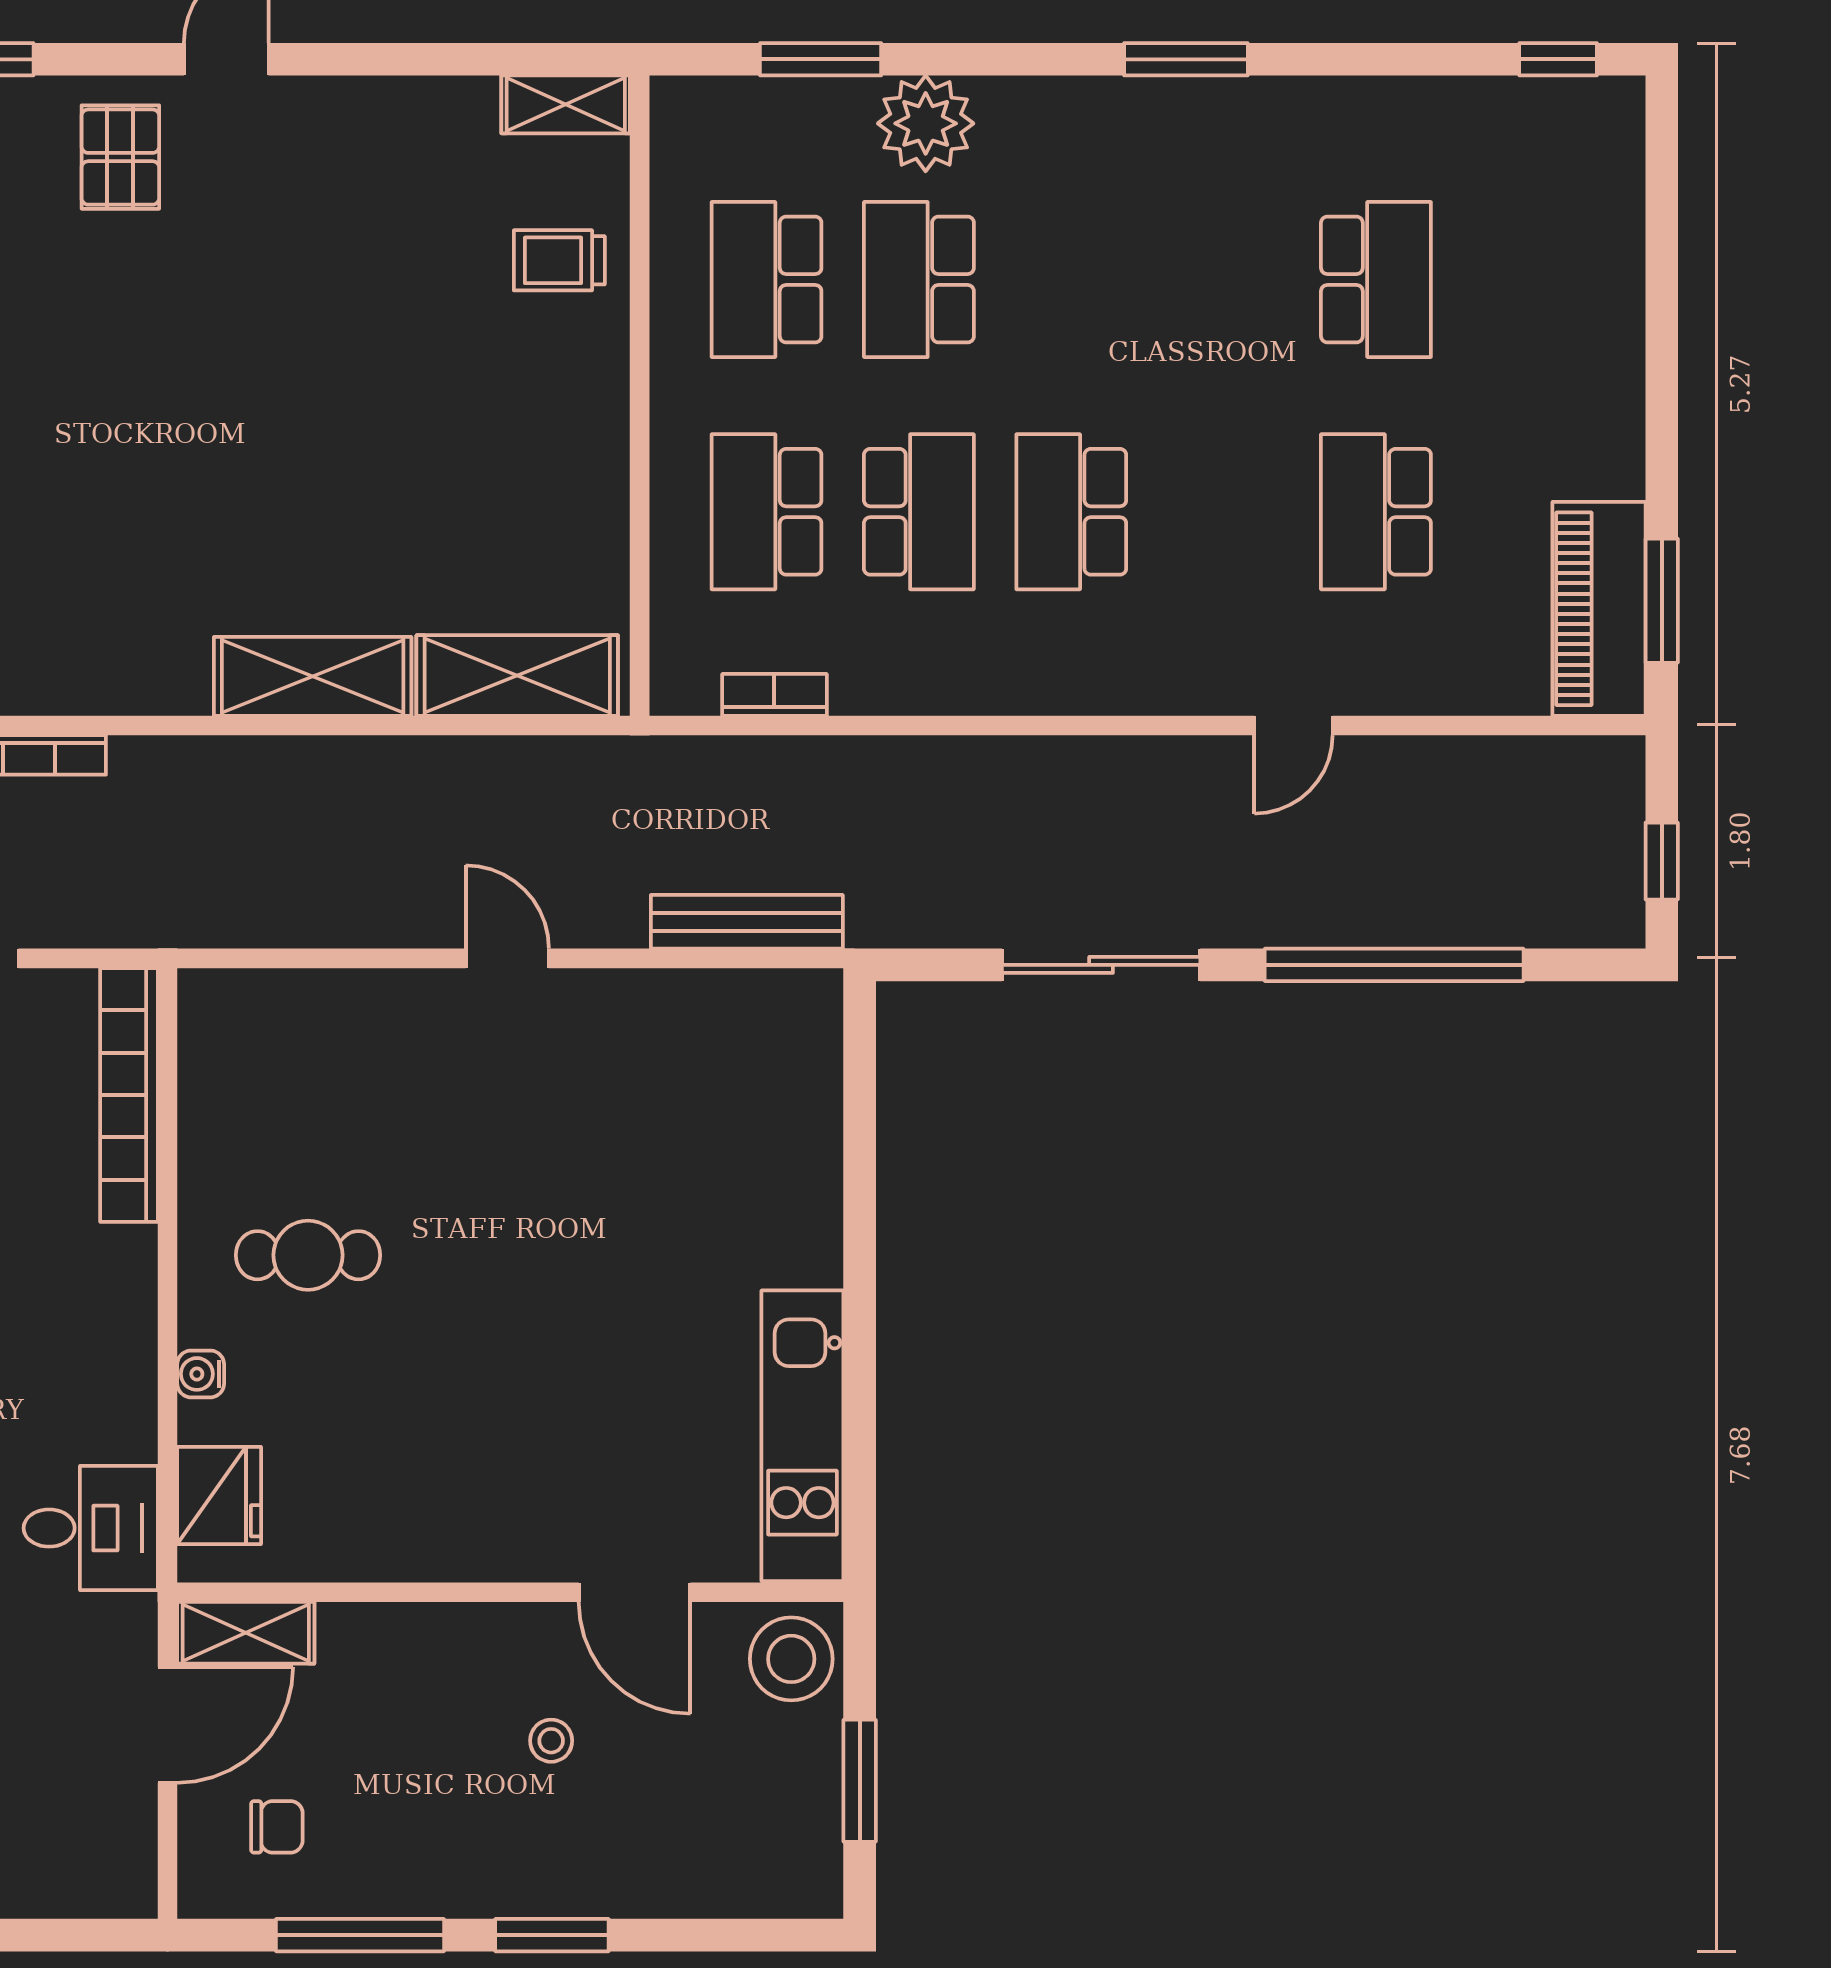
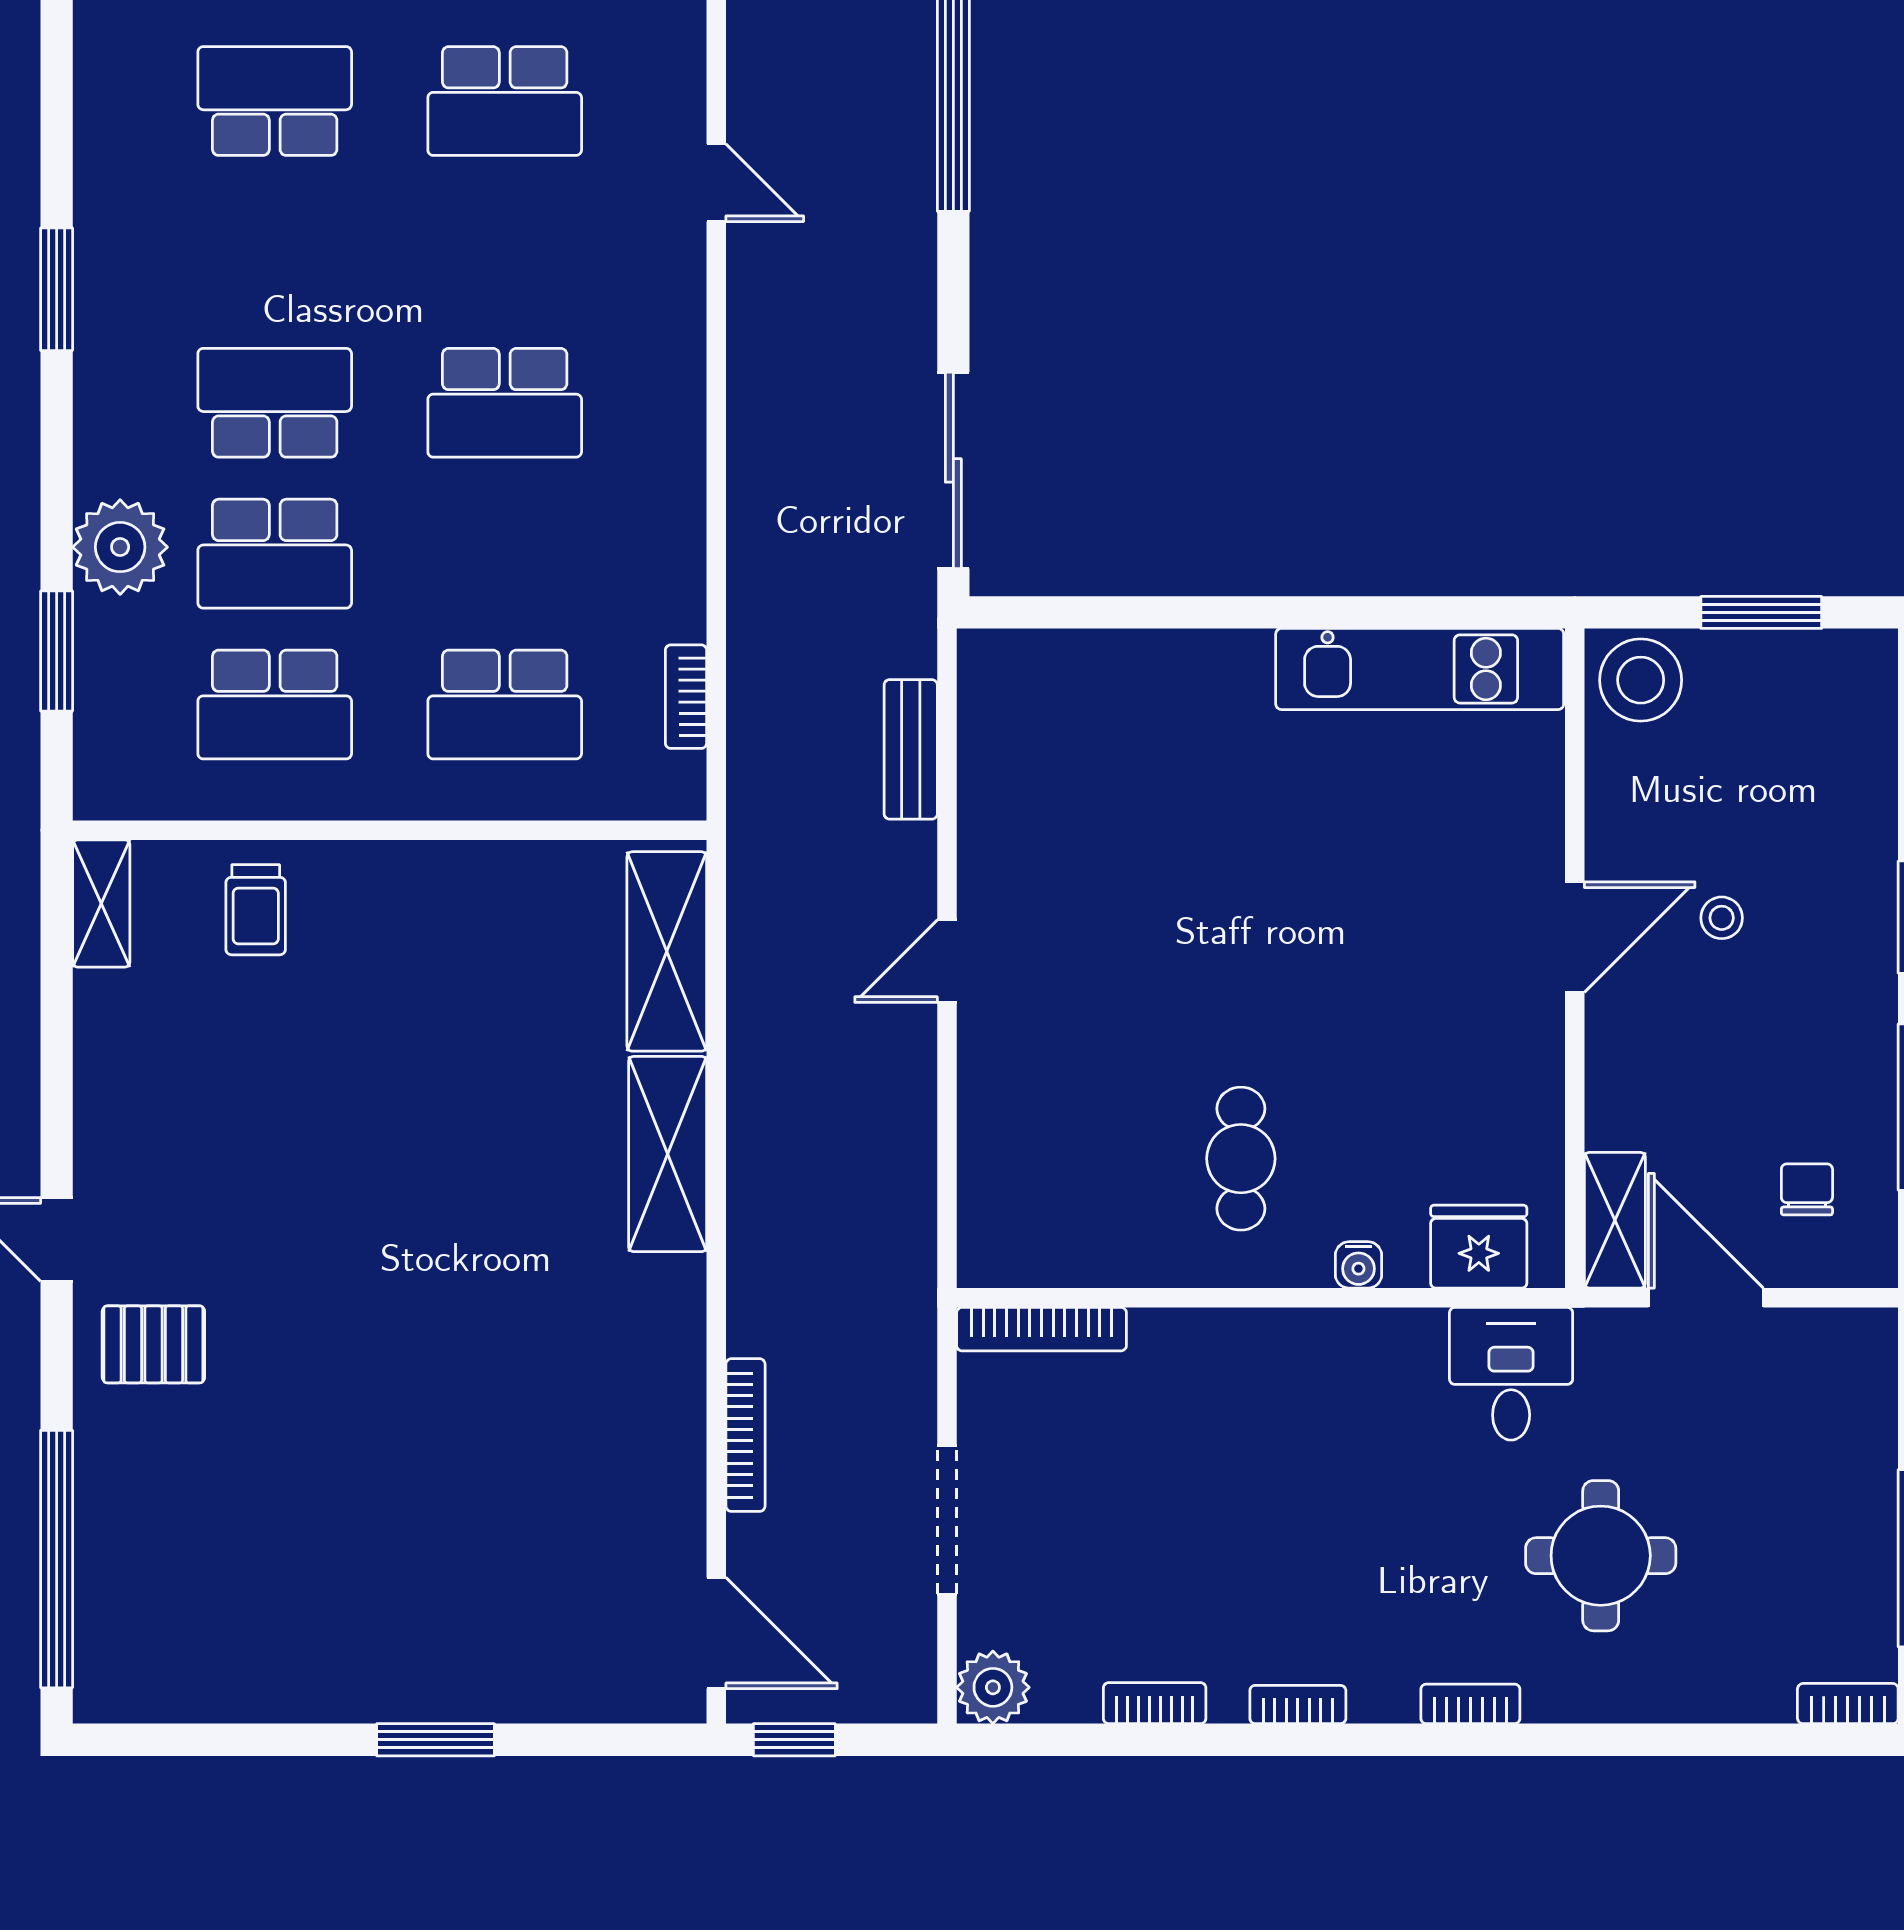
school desk: (919, 512) -> (275, 403), moved
bench: (747, 922) -> (911, 749), width x0.73
sliding door: (1101, 965) -> (953, 470), moved
bookcase: (129, 1095) -> (1041, 1329), width x0.68, depth x0.76
door: (634, 1592) -> (1575, 937), moved

